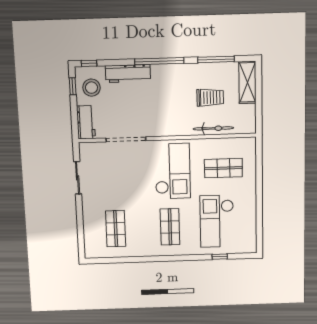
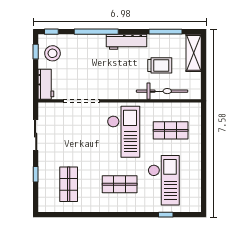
window: (159, 61) -> (96, 32), moved
workbench: (128, 73) -> (126, 42), moved
bicycle: (213, 128) -> (162, 91), width x1.37, depth x1.40
window: (80, 219) -> (36, 174), added
checkout: (217, 221) -> (164, 180), turned 180
shop shelf: (170, 227) -> (120, 184), turned 90

